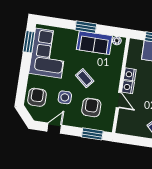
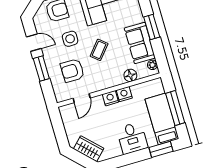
floor lamp: (117, 62) -> (130, 75), added
door: (119, 100) -> (82, 98), moved
armchair: (91, 107) -> (72, 71), turned 180
window: (92, 134) -> (41, 69), moved

